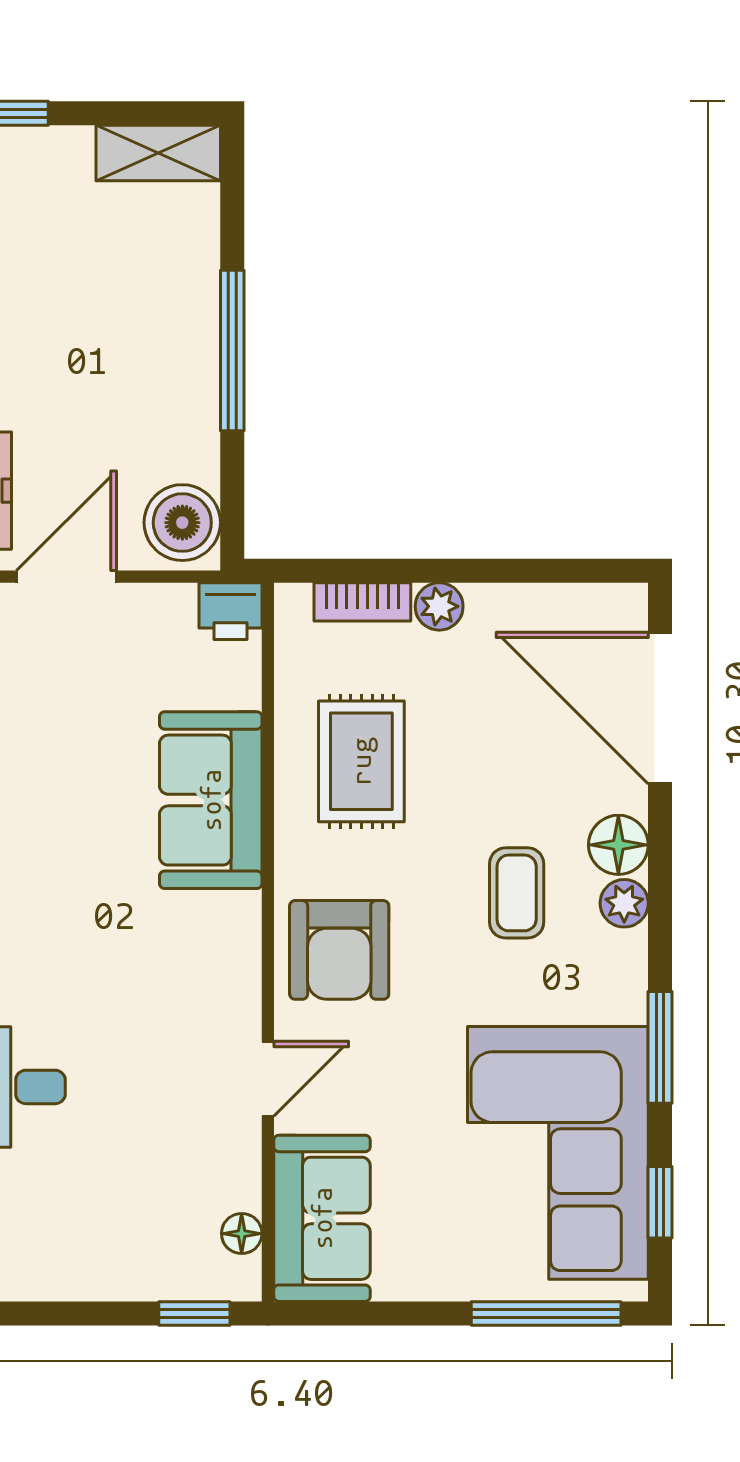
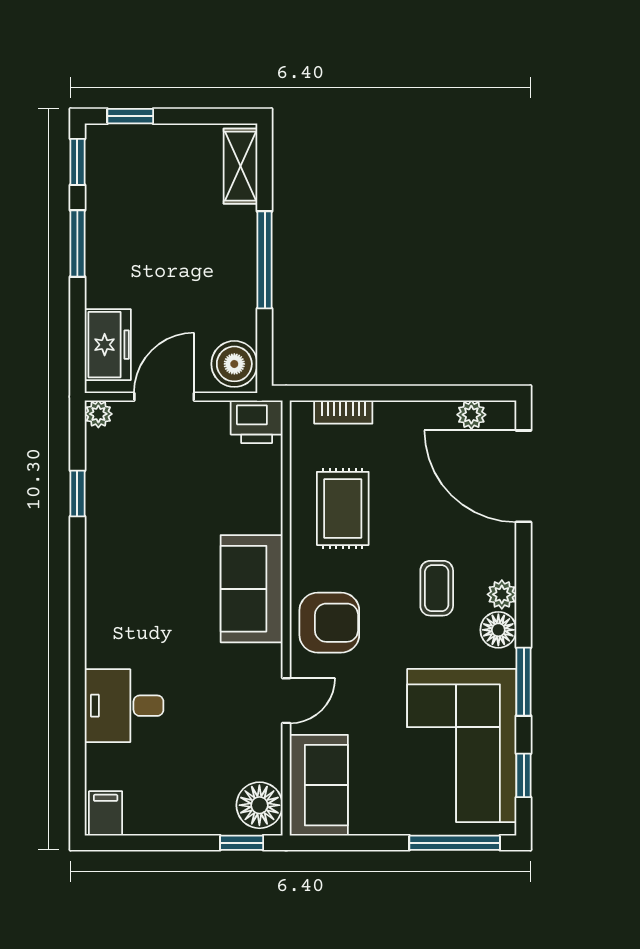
shelving: (158, 153) -> (240, 166), moved, turned 90
plant: (439, 606) -> (471, 415), moved
printer: (231, 611) -> (257, 422), width x1.36, depth x1.24
sofa: (211, 800) -> (252, 589), moved
floor lamp: (618, 845) -> (498, 630), moved
armchair: (339, 950) -> (329, 623), turned -90
floor lamp: (242, 1234) -> (259, 805), width x1.89, depth x1.89

